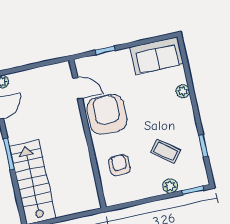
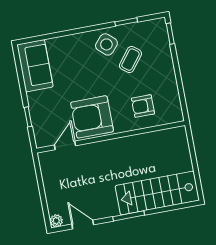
plant: (183, 91) -> (71, 41), removed
side table: (180, 127) -> (106, 44), added
plant: (170, 186) -> (165, 56), removed

